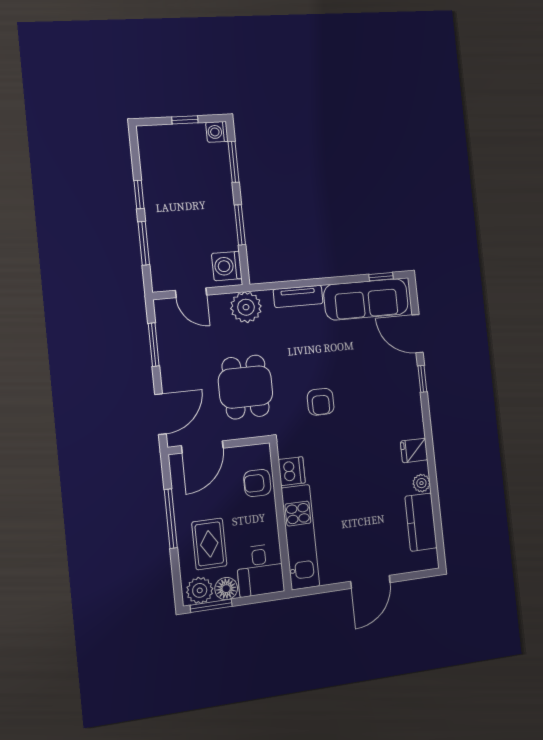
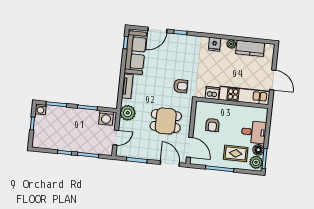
dishwasher: (292, 471) -> (212, 93), moved
wall: (281, 516) -> (232, 103), moved
kitchen unit: (300, 537) -> (244, 95), moved

